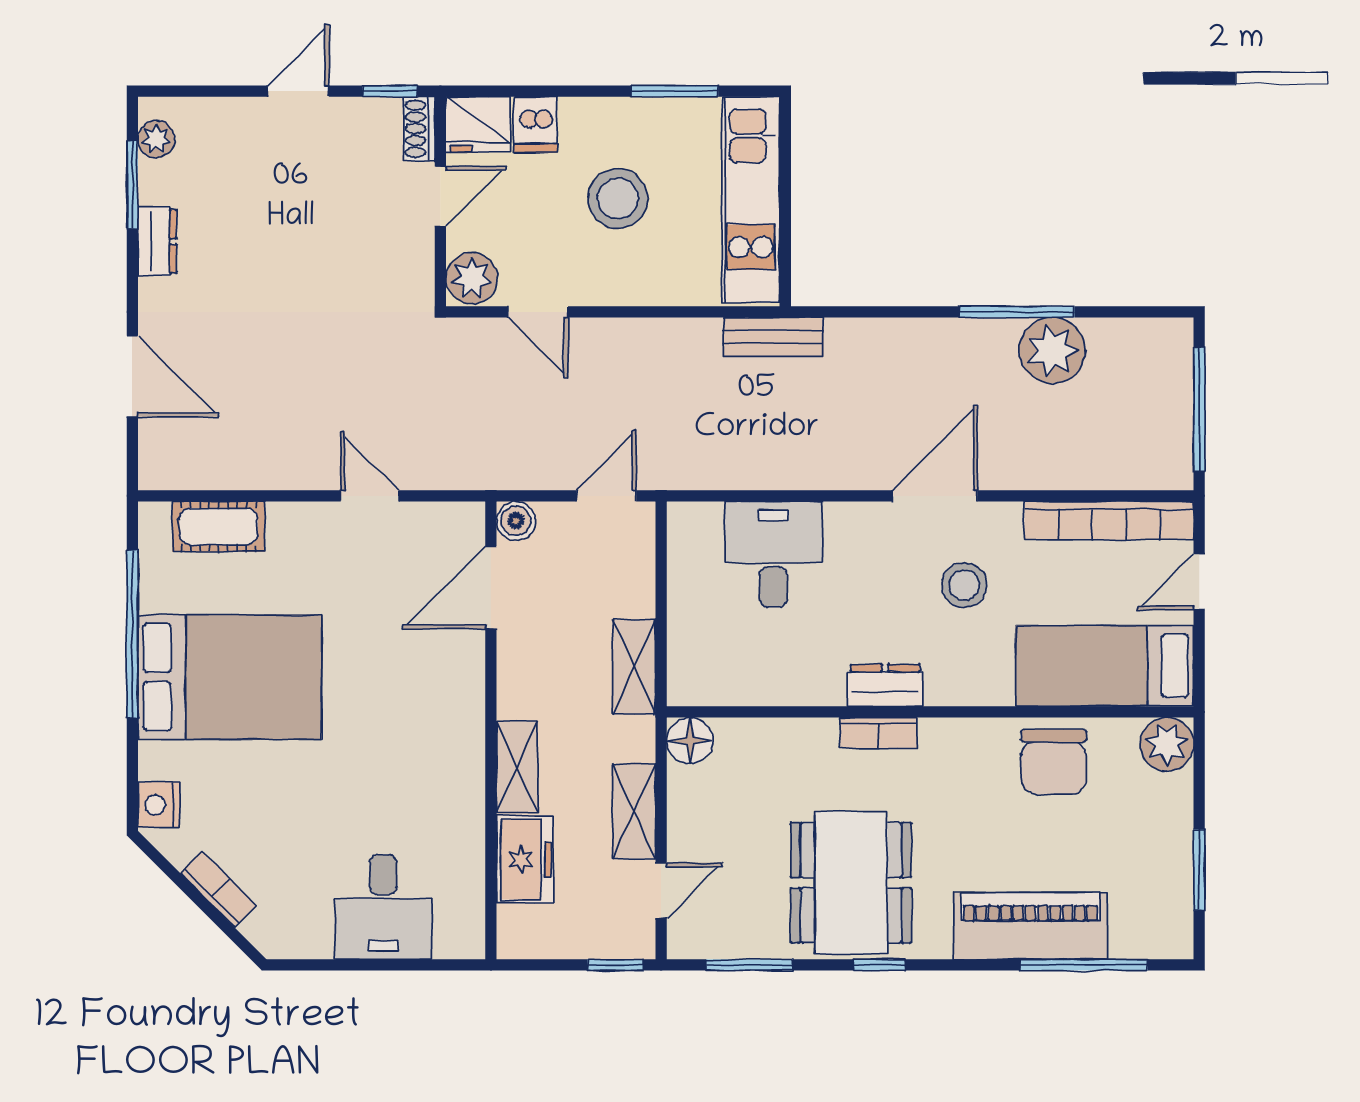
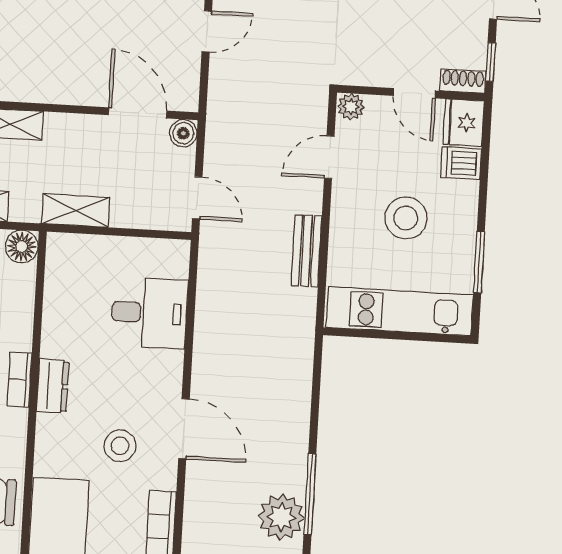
plant: (472, 278) -> (351, 107), width x0.73, depth x0.73
bench: (773, 337) -> (306, 251), moved

